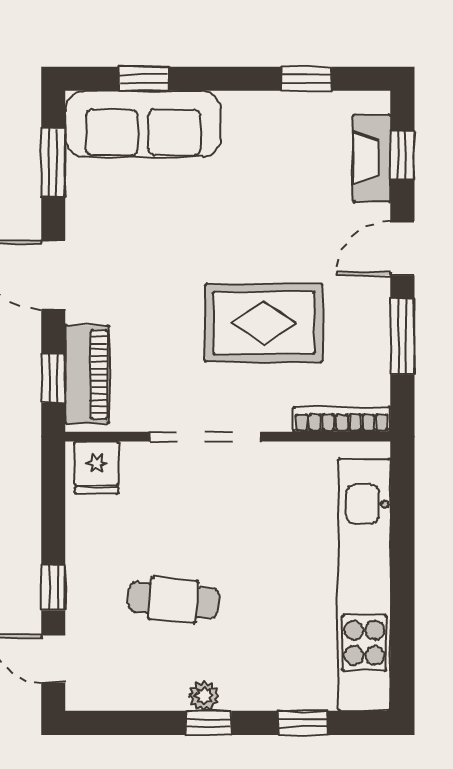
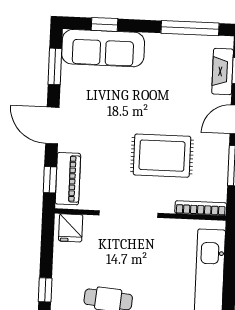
window: (306, 79) -> (190, 28), width x2.17

